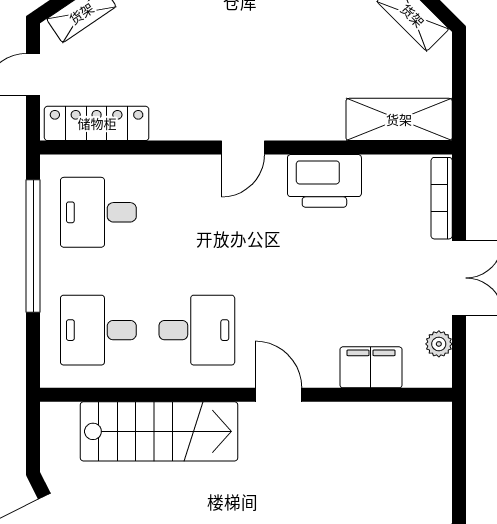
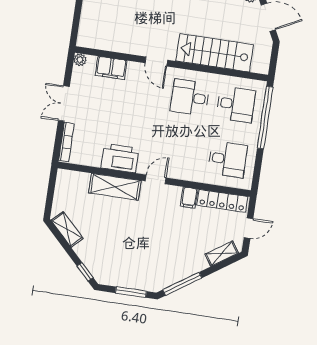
shelving: (399, 119) -> (115, 187), moved
filing cabinet: (167, 120) -> (189, 198), added
window: (33, 246) -> (265, 118), moved
plant: (439, 344) -> (80, 60), moved

